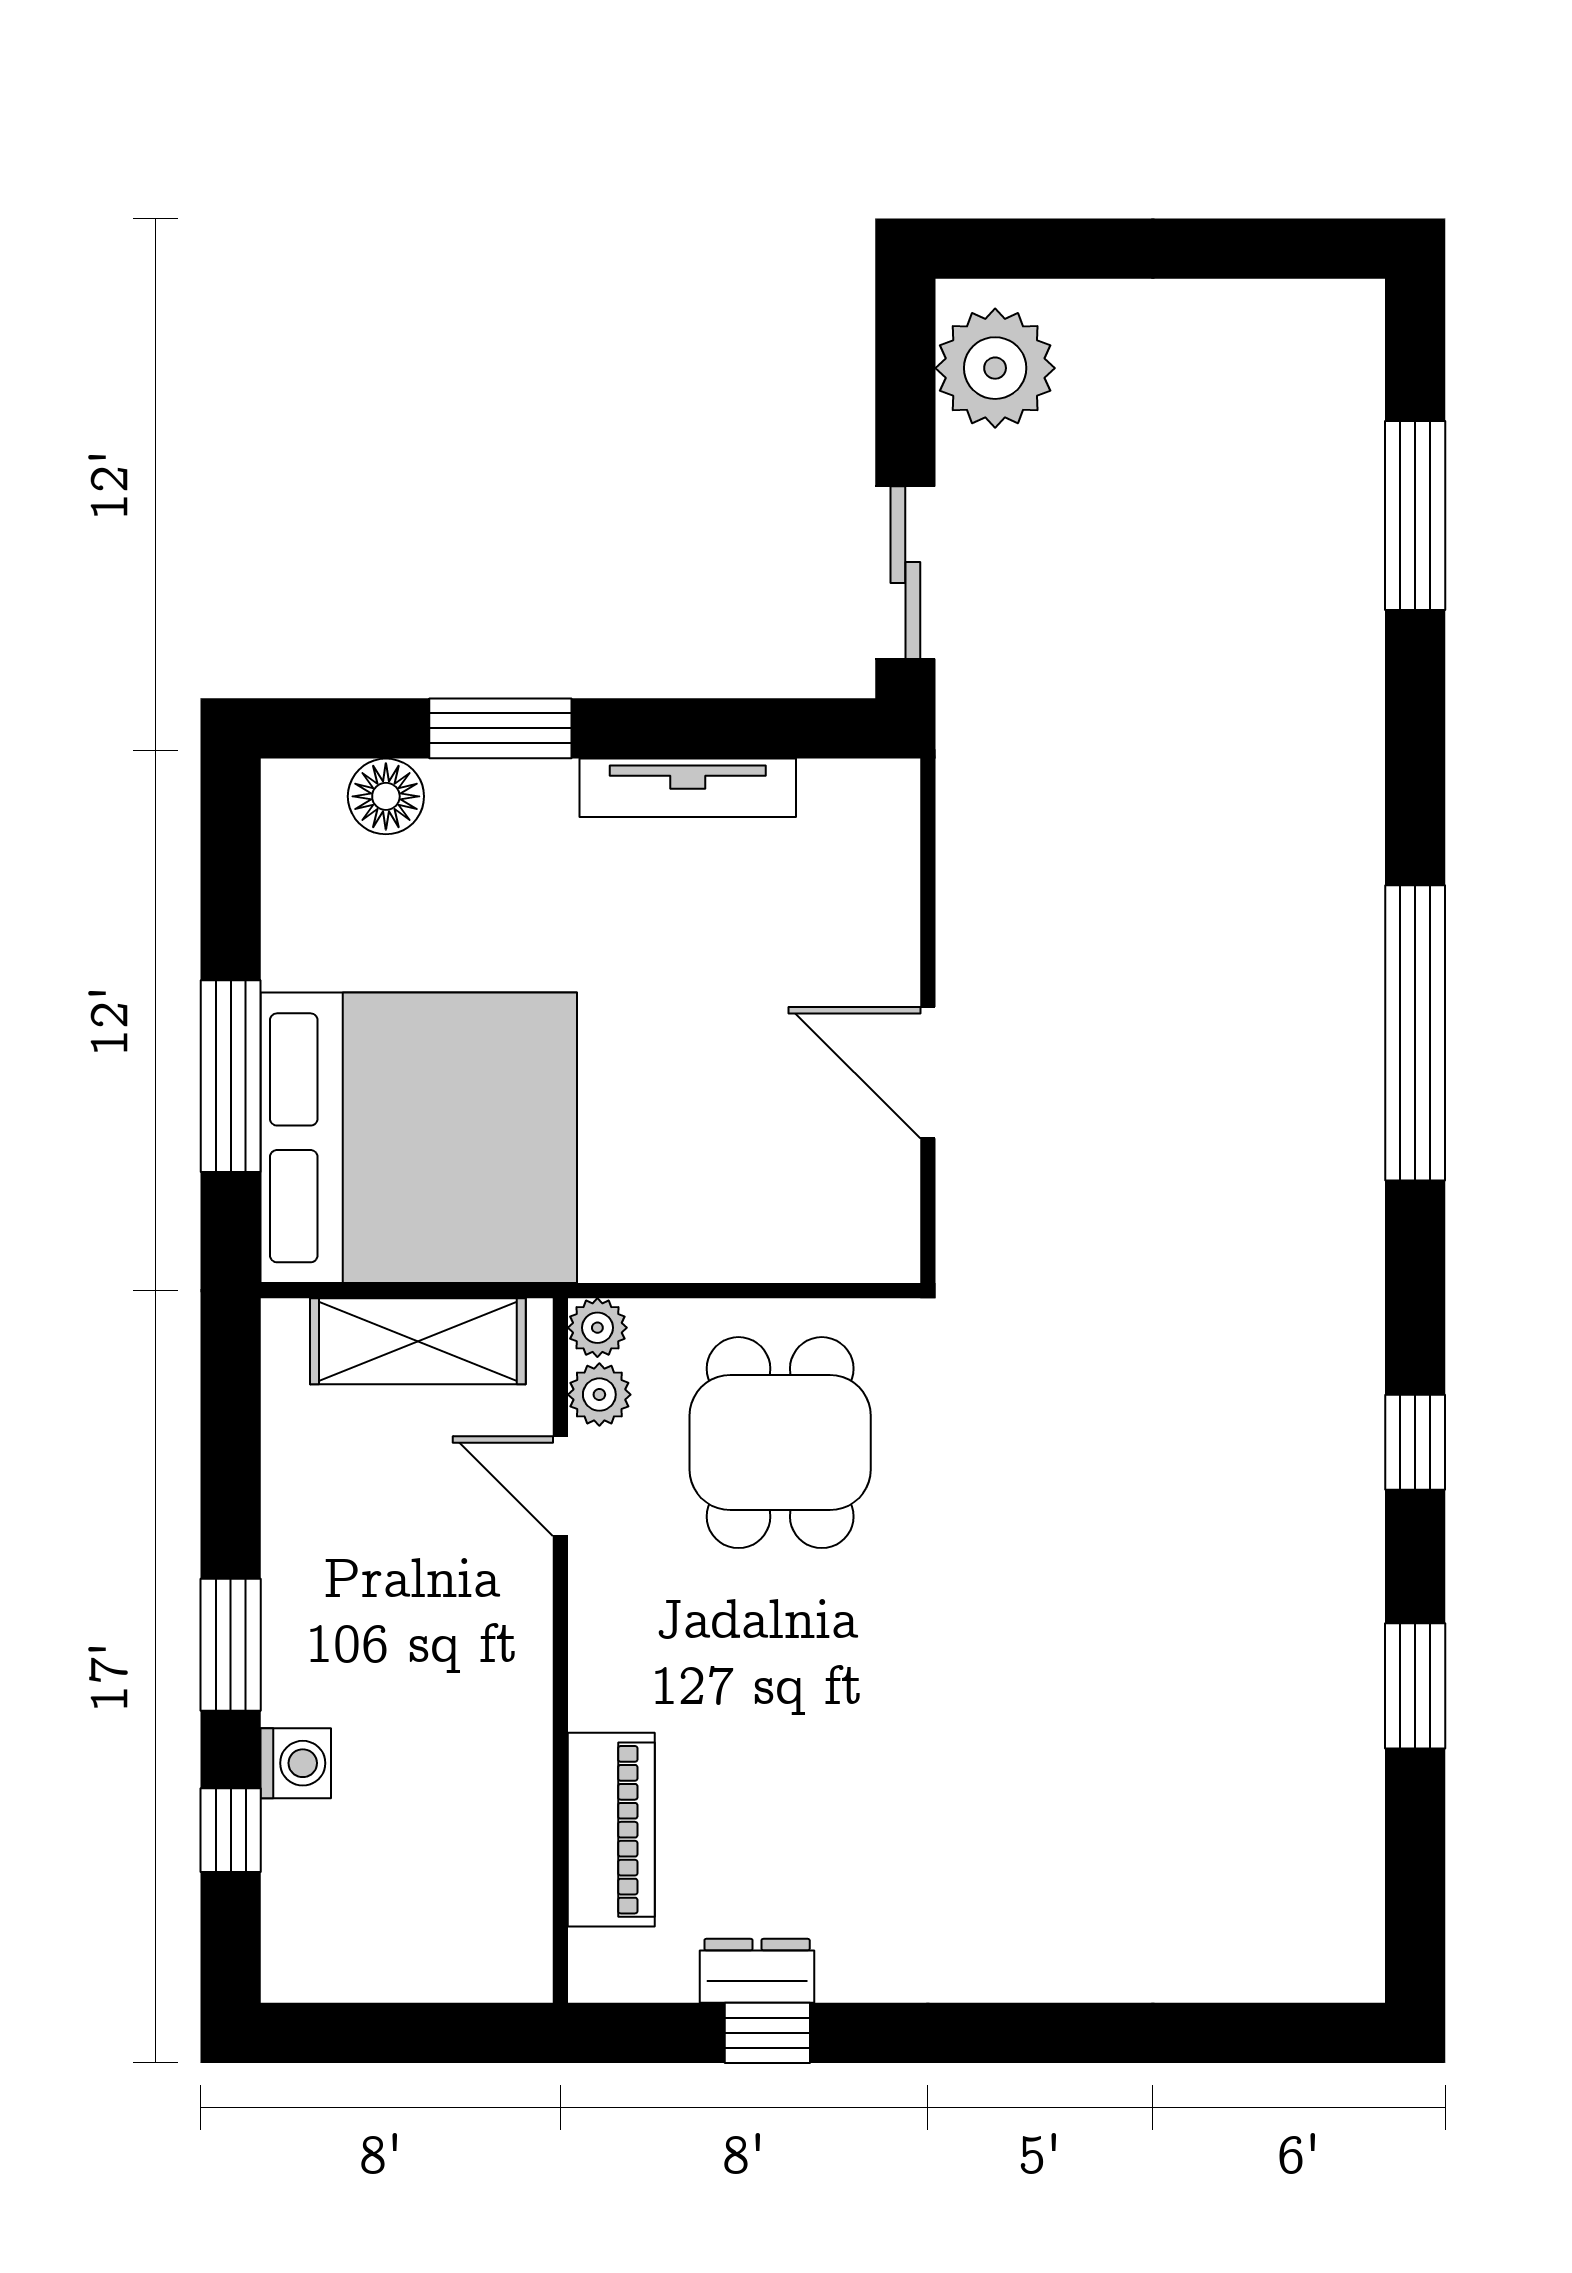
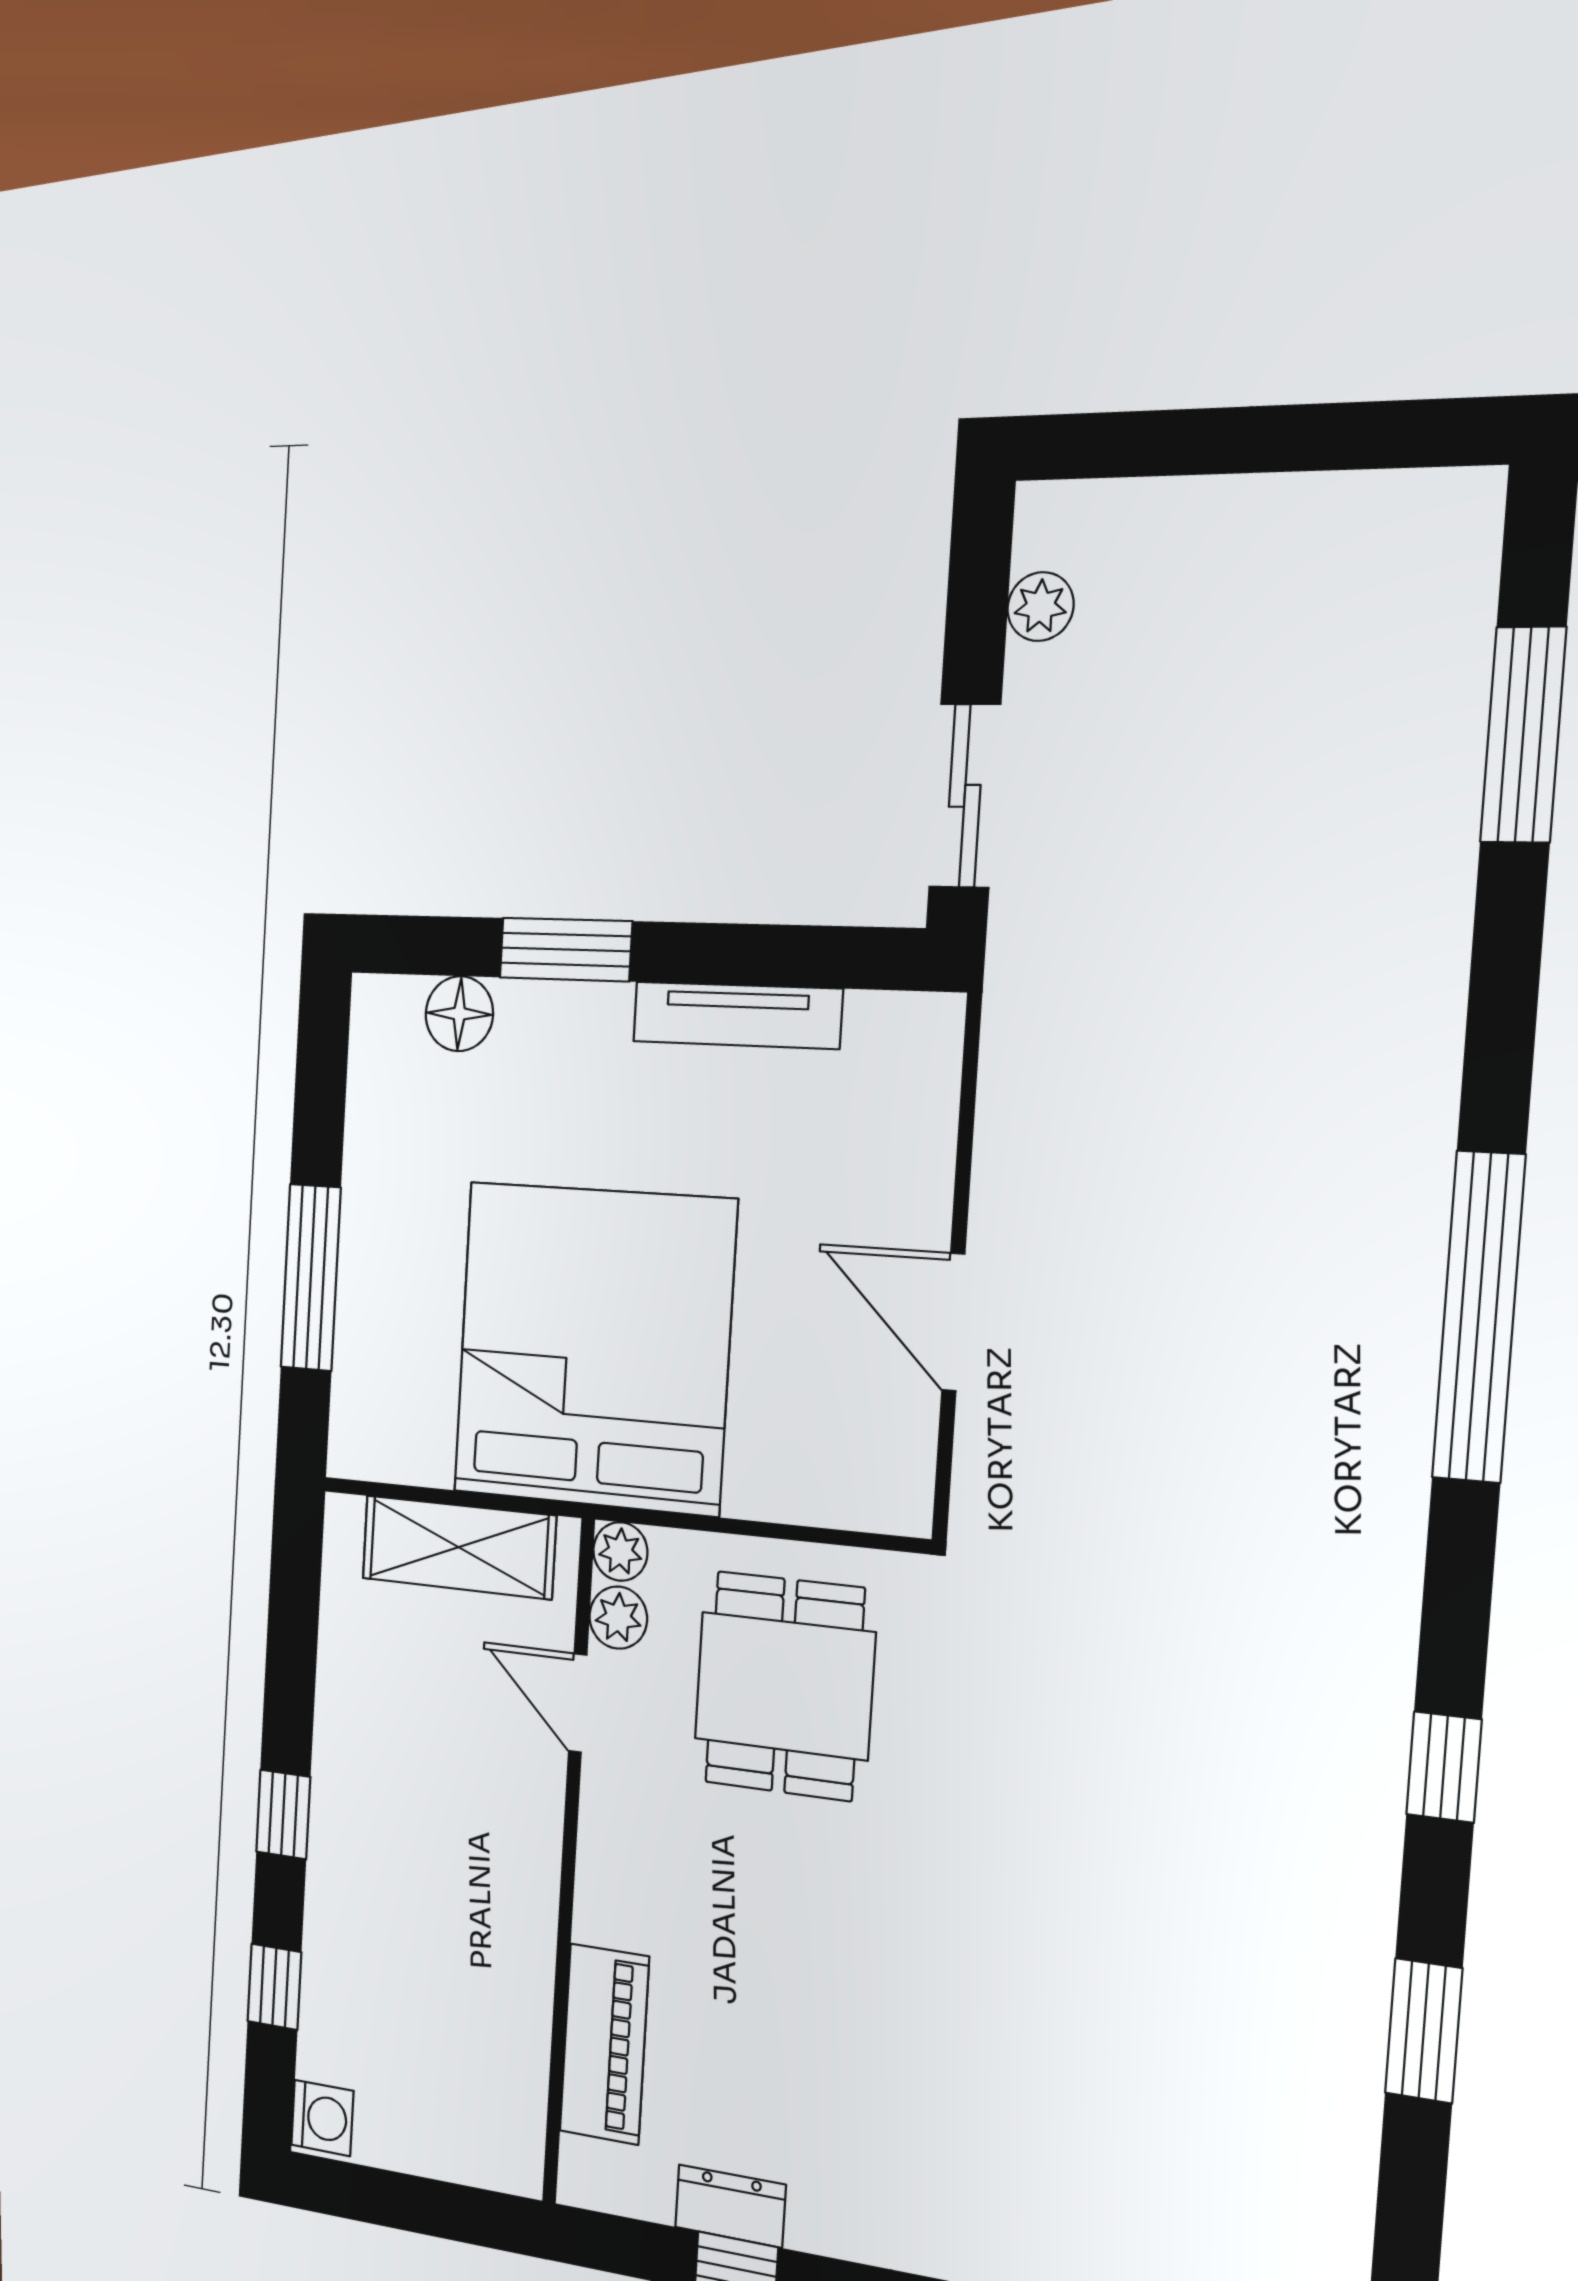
plant: (995, 368) -> (1040, 607), width x0.53, depth x0.53
bed: (419, 1138) -> (593, 1348), moved, turned -90
window: (231, 1645) -> (283, 1814), width x0.67
washing machine: (296, 1763) -> (322, 2118), moved

